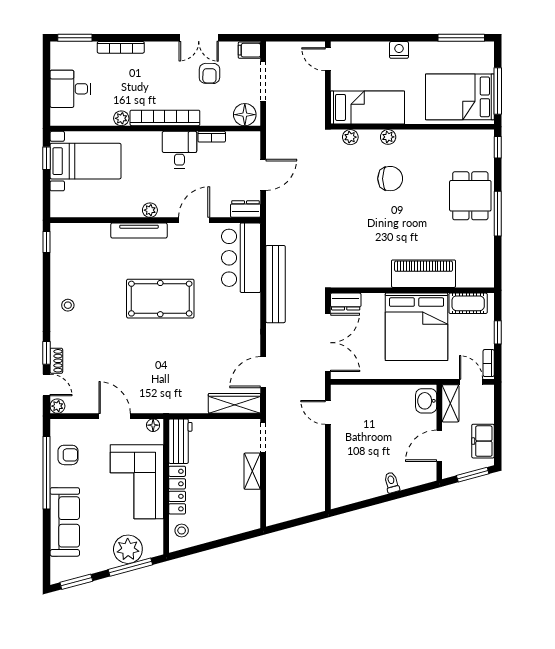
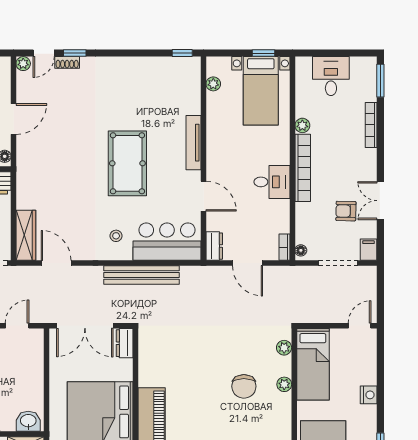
floor lamp: (245, 115) -> (301, 250), width x0.53, depth x0.53
bookcase: (212, 137) -> (284, 247), moved
plant: (150, 210) -> (213, 84), moved
stool: (68, 305) -> (116, 236), moved

